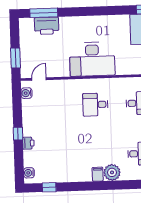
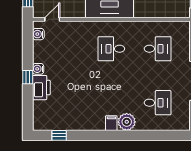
printer: (28, 143) -> (41, 88), width x1.87, depth x1.48
water cooler: (29, 173) -> (38, 69), moved

